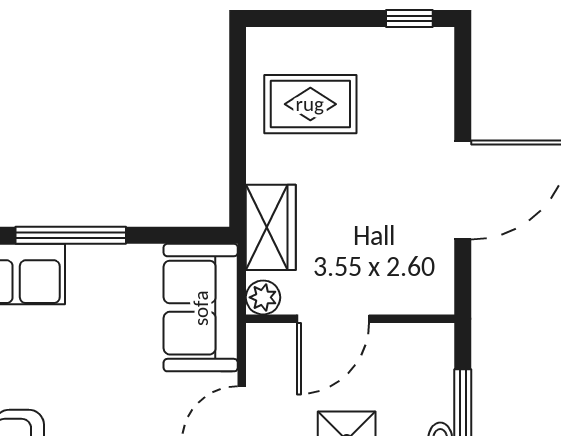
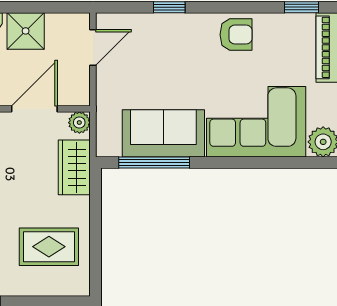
window: (71, 235) -> (154, 162), moved
sofa: (201, 308) -> (163, 133), moved, turned -90

